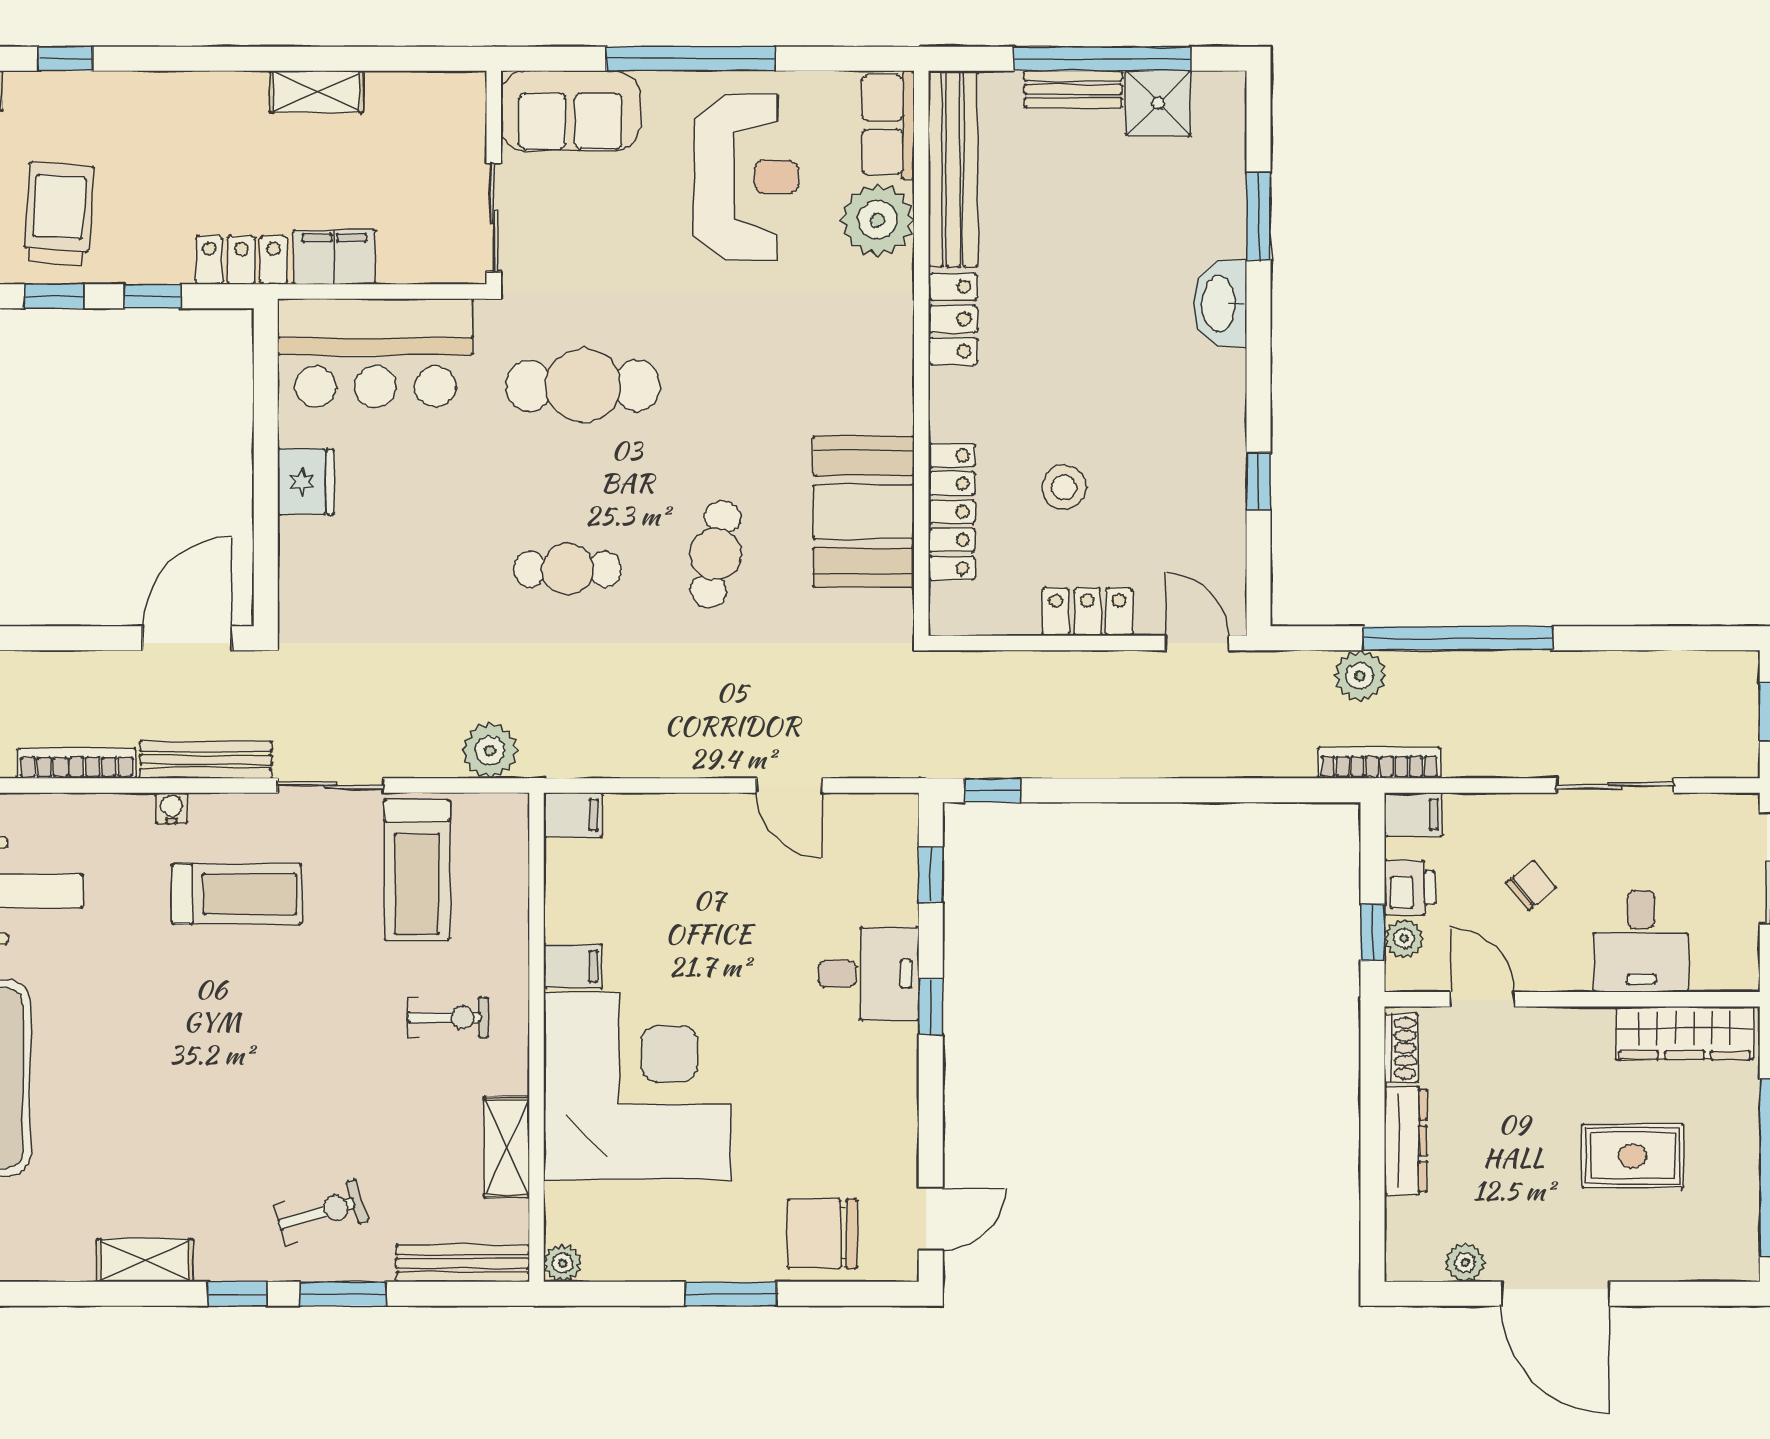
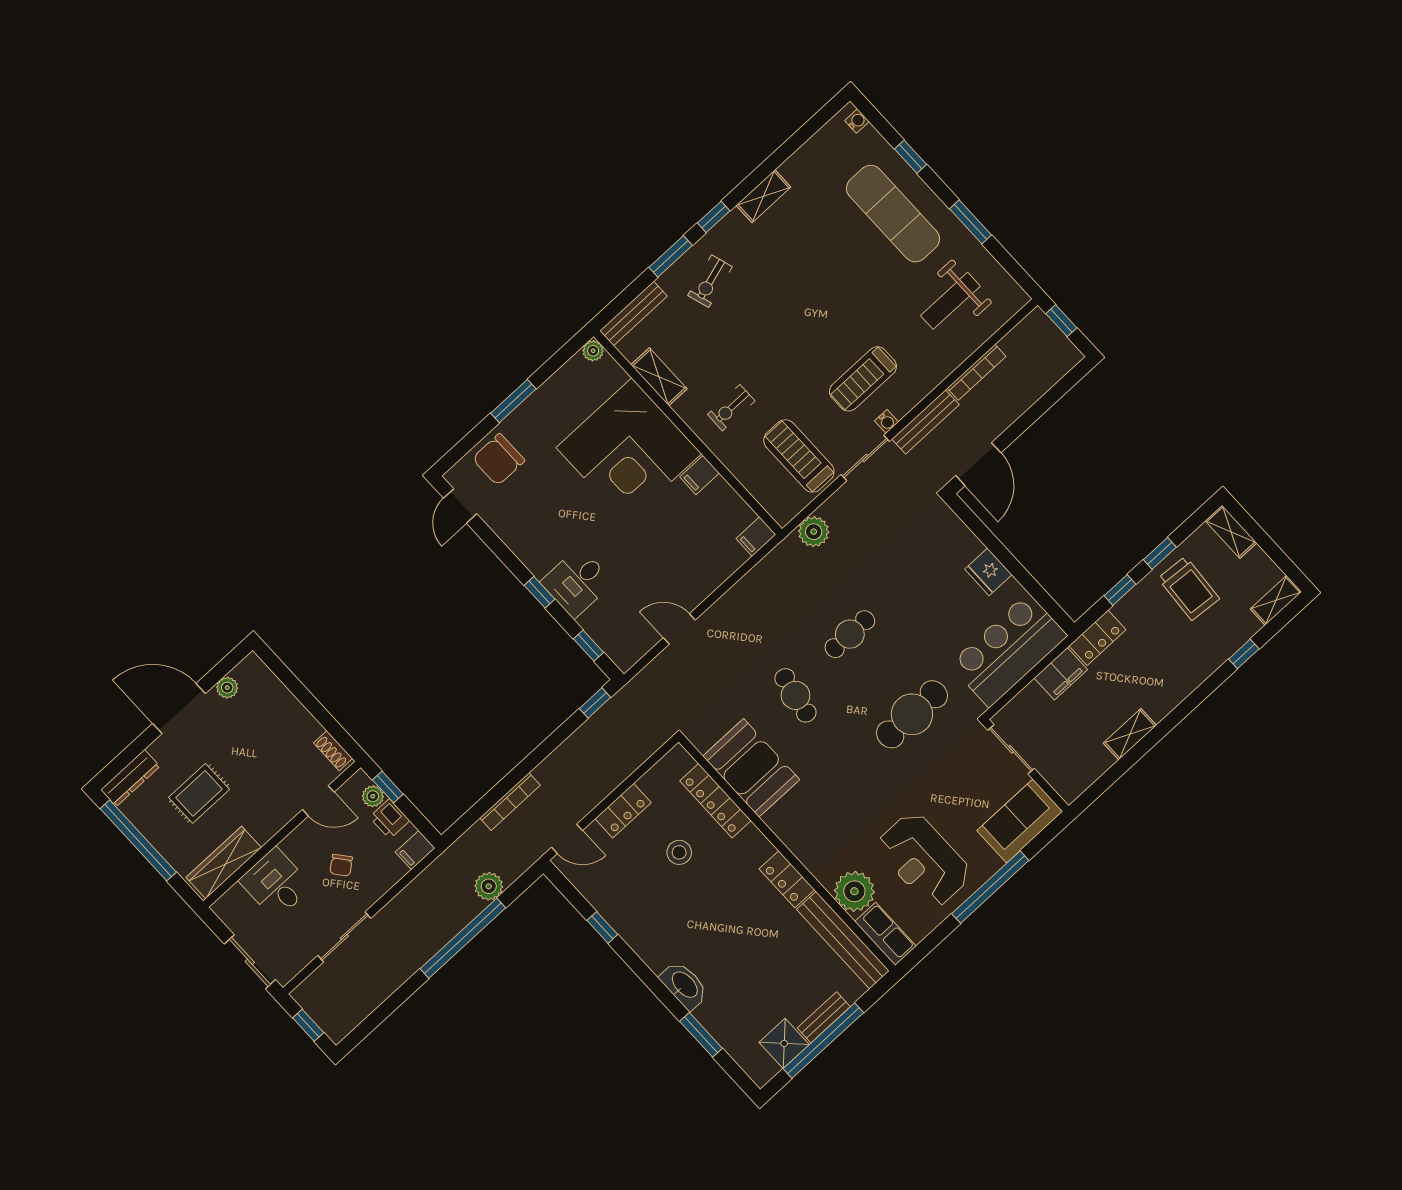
bookcase: (1379, 763) -> (510, 802), moved
water cooler: (171, 808) -> (887, 421), moved
dresser: (1406, 1141) -> (130, 778), moved, turned -90
chair: (822, 1234) -> (499, 460), turned 180

